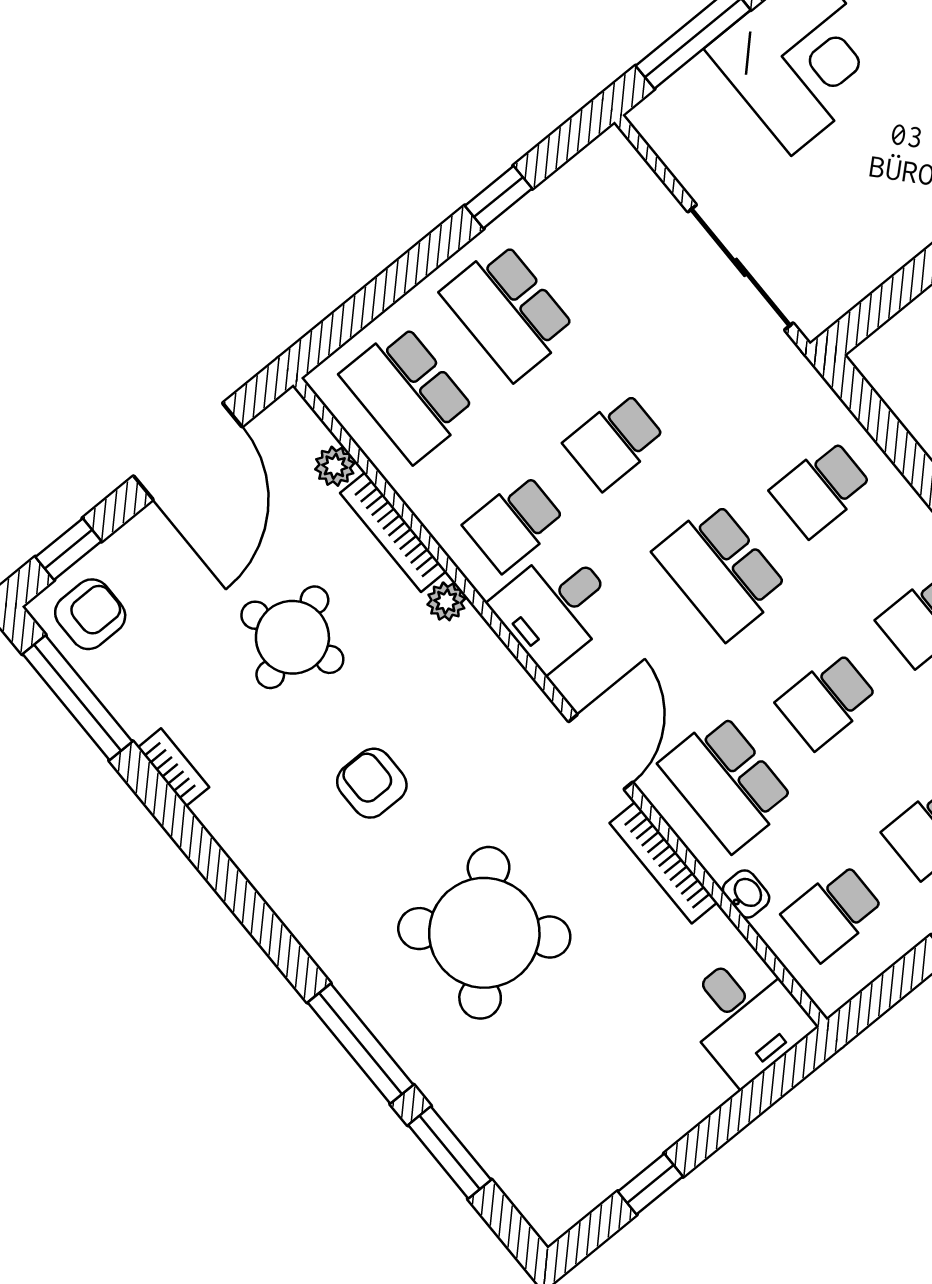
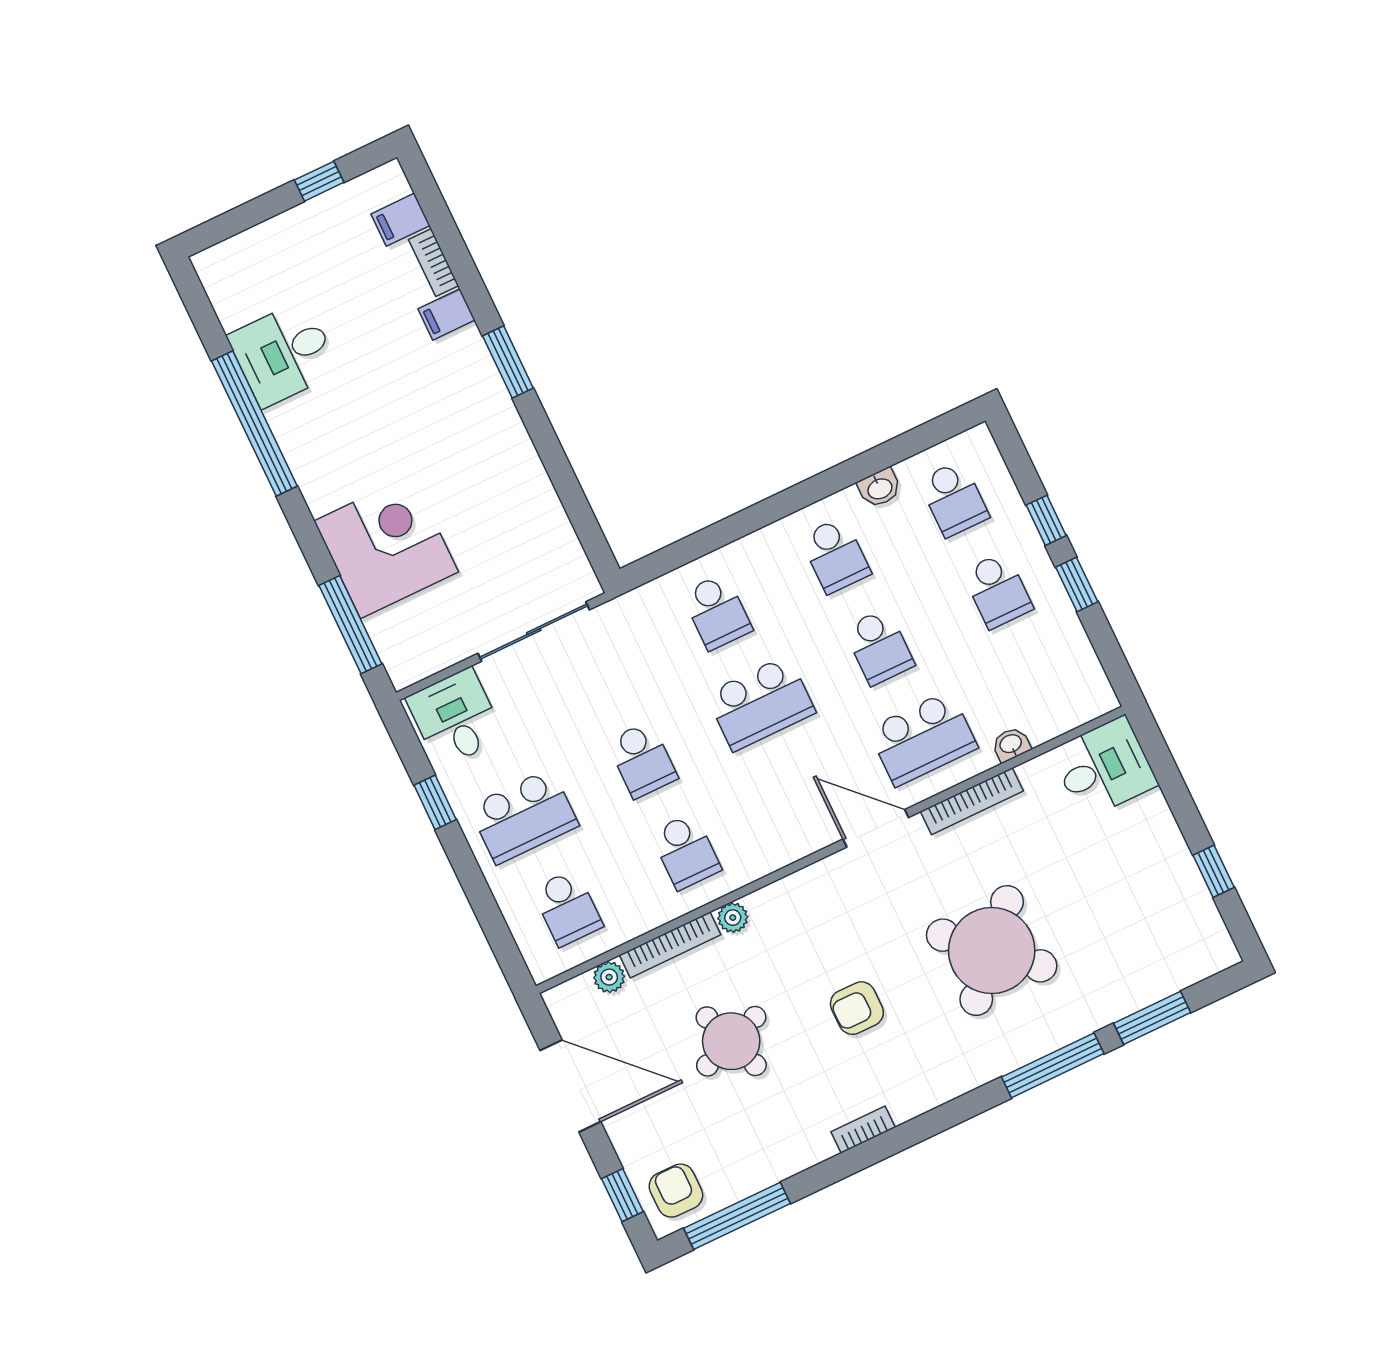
school desk: (408, 393) -> (567, 908), width x0.54
desk: (555, 607) -> (455, 718), moved, turned 180
bookcase: (173, 767) -> (863, 1130), moved
school desk: (833, 912) -> (1041, 682), removed

